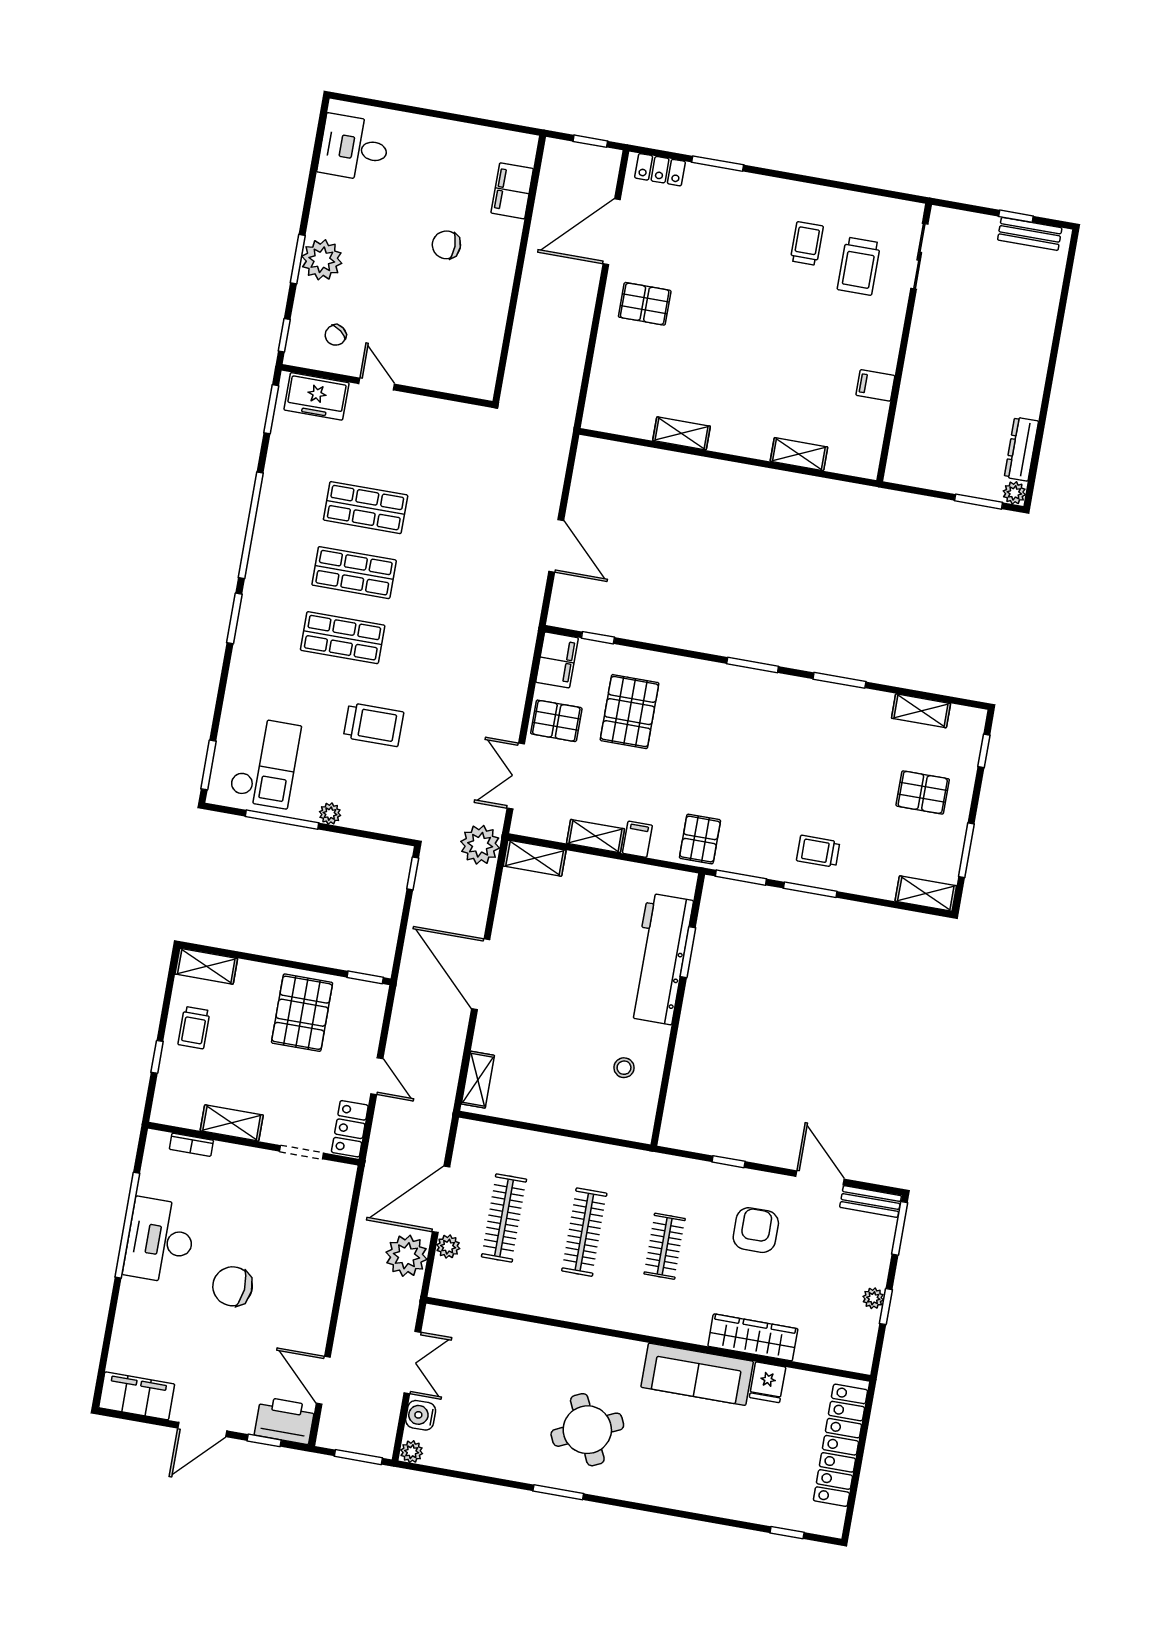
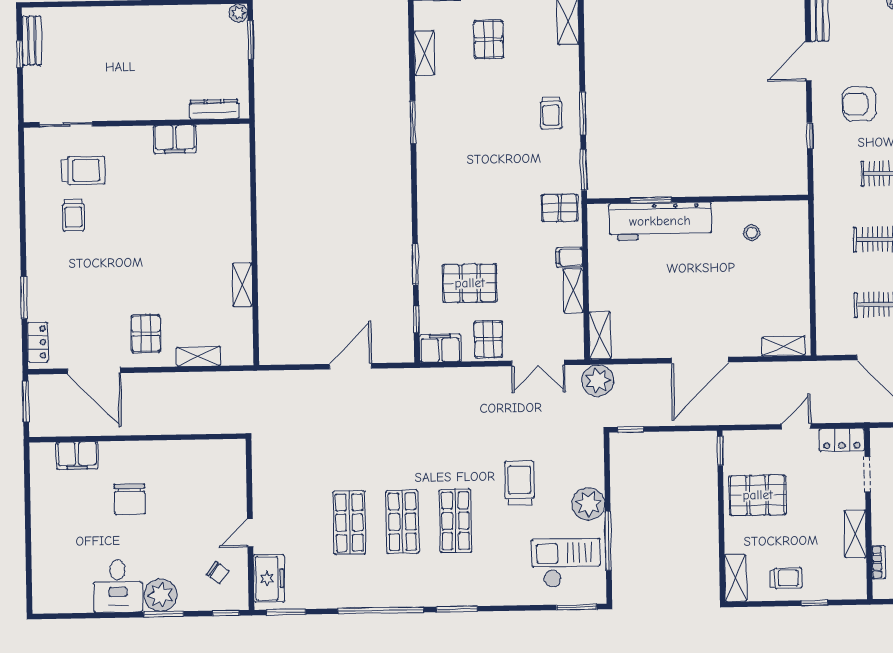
window: (590, 141) -> (26, 401), width x1.50
desk: (354, 148) -> (118, 586), moved
trolley: (807, 243) -> (73, 215), turned -90
chair: (446, 245) -> (130, 499), width x1.37, depth x1.37
filing cabinet: (875, 385) -> (175, 139), width x2.00
dresser: (1021, 449) -> (214, 109), moved, turned 180
shelving: (799, 454) -> (198, 356), moved, turned 90
window: (753, 665) -> (415, 264), moved
plant: (330, 814) -> (589, 504), width x1.87, depth x1.87

